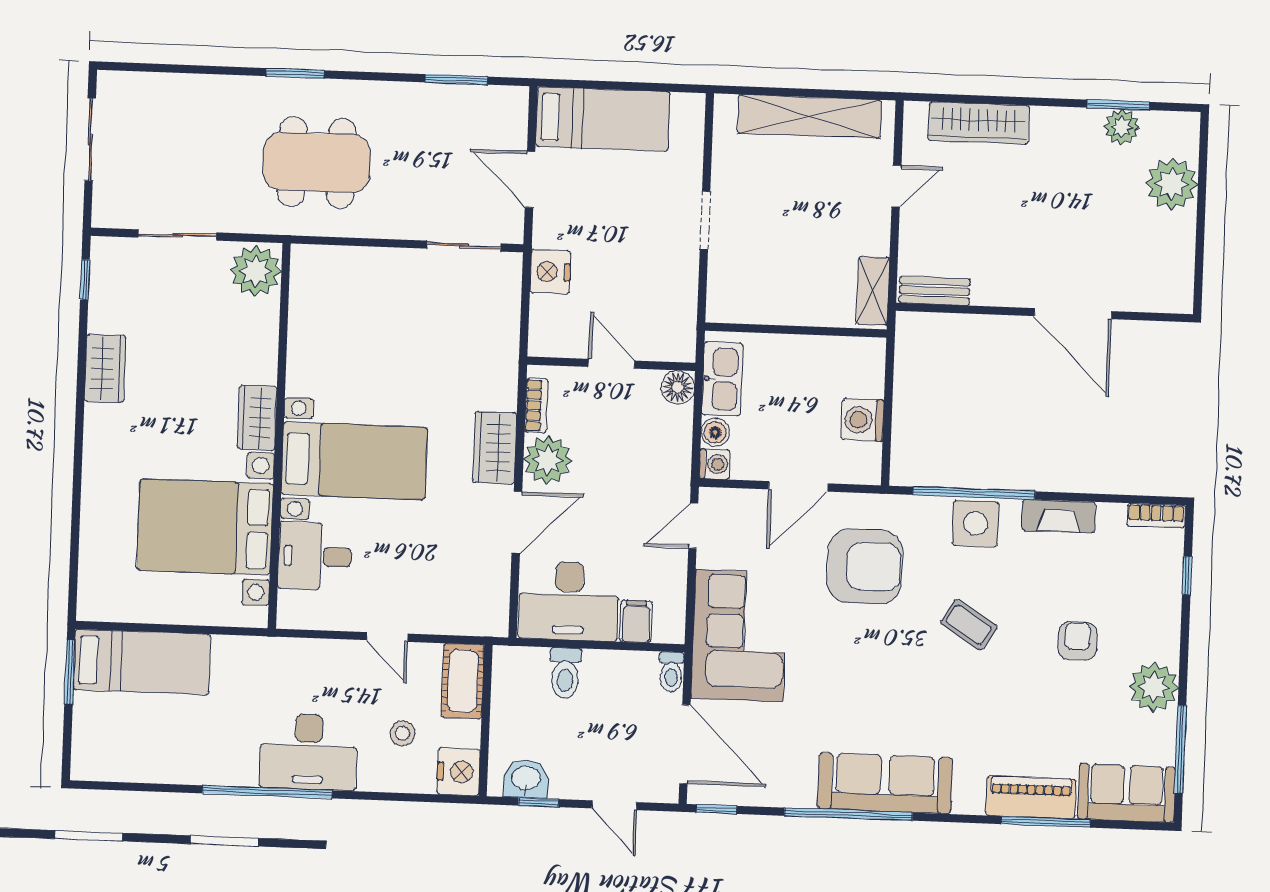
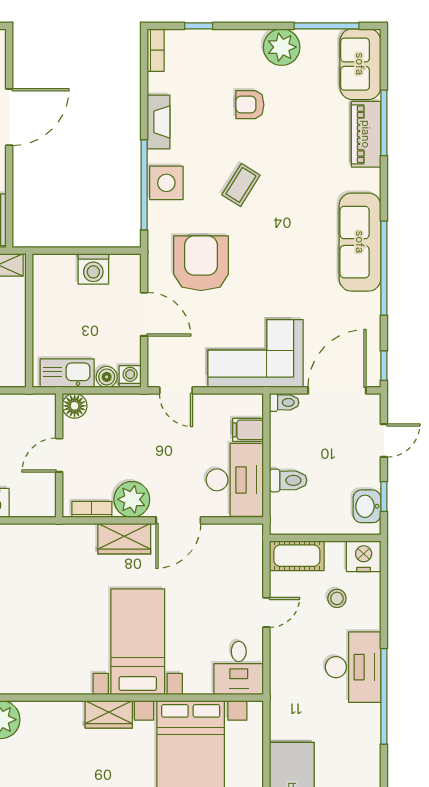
door: (517, 522) -> (178, 520), swing flipped
desk: (315, 556) -> (239, 668), moved

